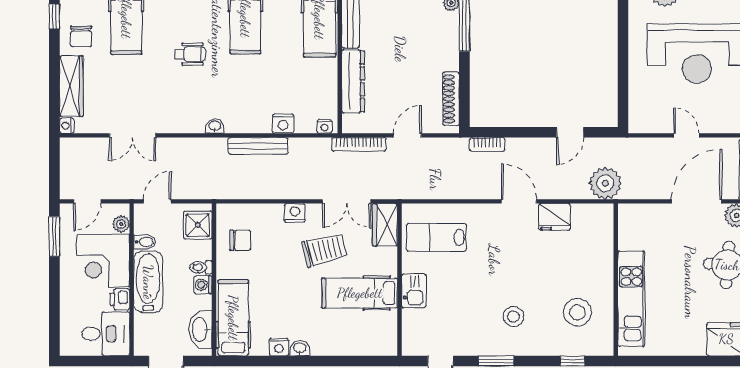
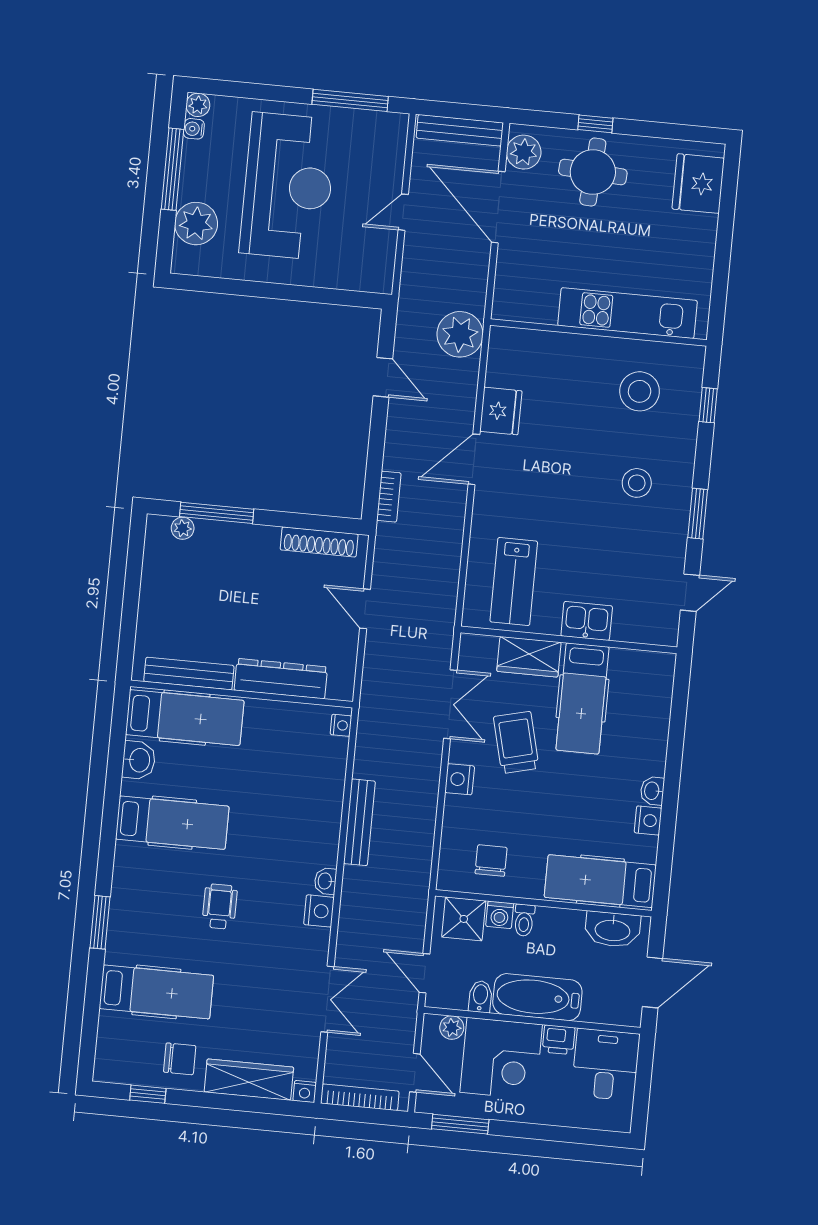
nightstand: (283, 124) -> (319, 911), moved
bookcase: (359, 144) -> (360, 1097), moved, turned -90
wardrobe: (385, 225) -> (529, 657), moved
washing machine: (203, 285) -> (500, 915), moved

